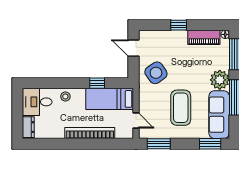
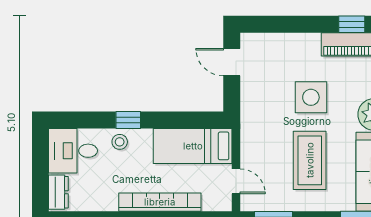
window: (179, 25) -> (352, 24), moved
side table: (156, 73) -> (311, 97), moved, turned 35
window: (97, 83) -> (128, 120), moved

